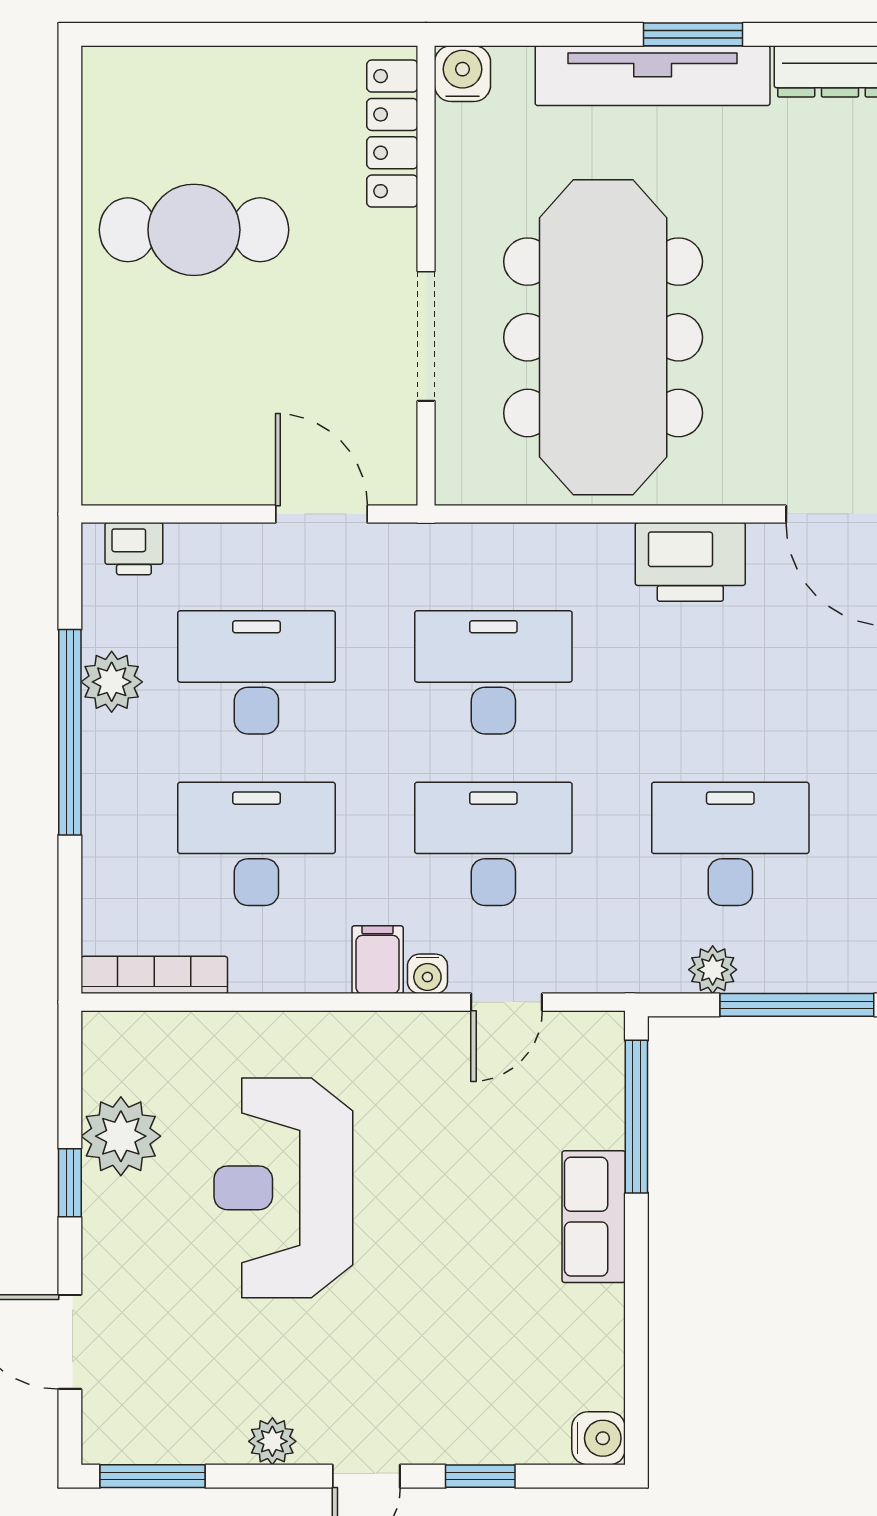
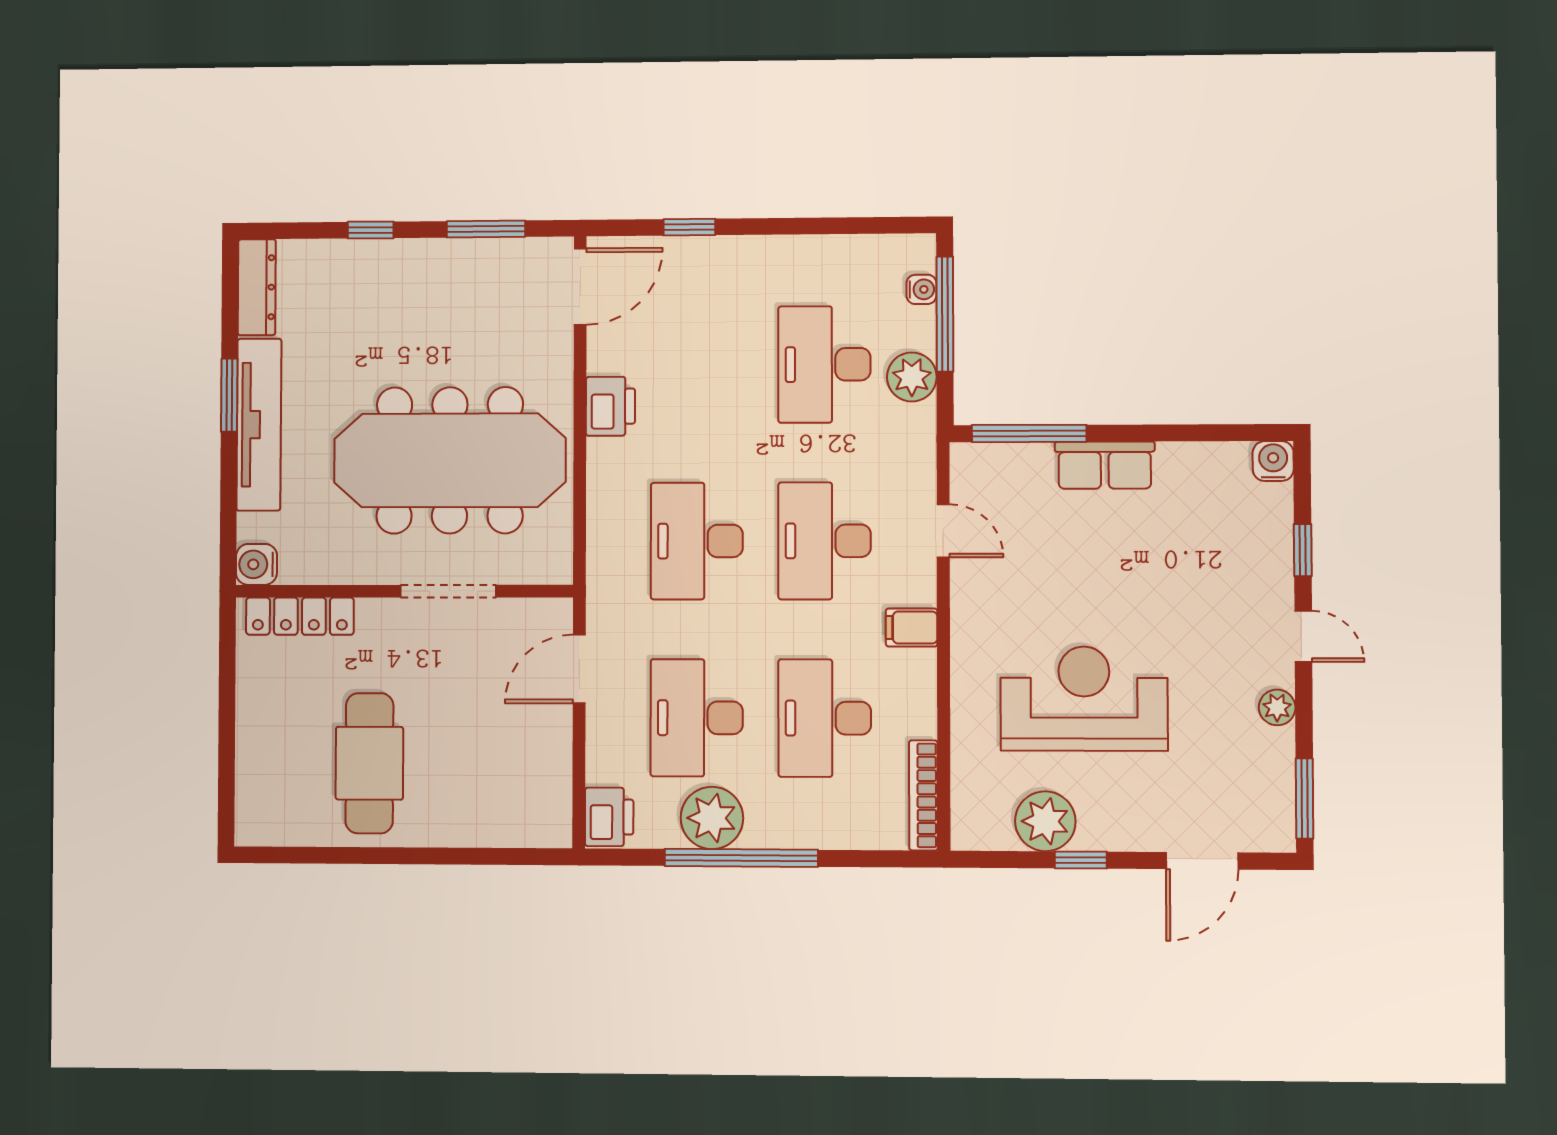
printer: (134, 549) -> (609, 817), width x1.36, depth x1.24
printer: (690, 562) -> (610, 406), width x0.73, depth x0.84
plant: (112, 682) -> (712, 818), width x1.36, depth x1.36
plant: (713, 970) -> (912, 377), width x1.38, depth x1.38
water cooler: (427, 974) -> (921, 289), moved
reception desk: (283, 1188) -> (1084, 699), turned 180

